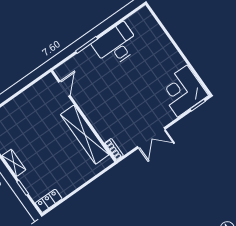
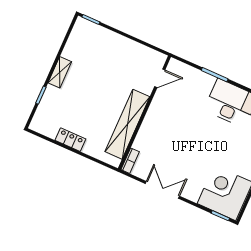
double door: (151, 138) -> (162, 190), swing flipped
locker: (49, 201) -> (70, 140), moved

